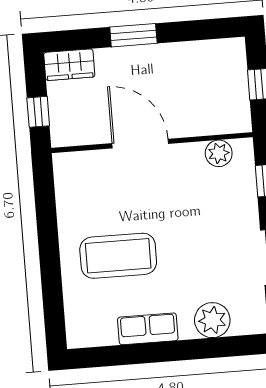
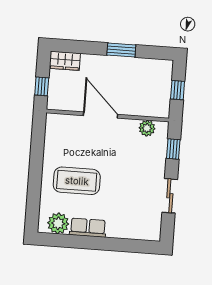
window: (133, 35) -> (121, 50), moved
plant: (212, 320) -> (58, 223), moved

